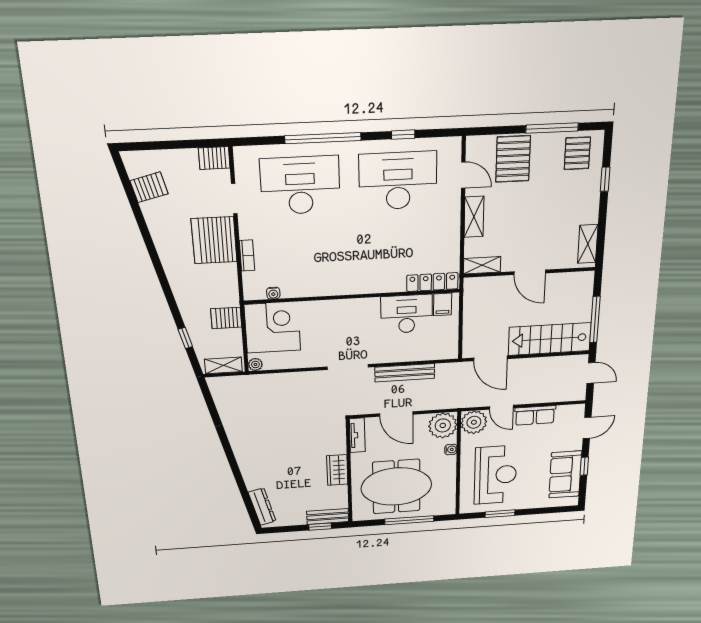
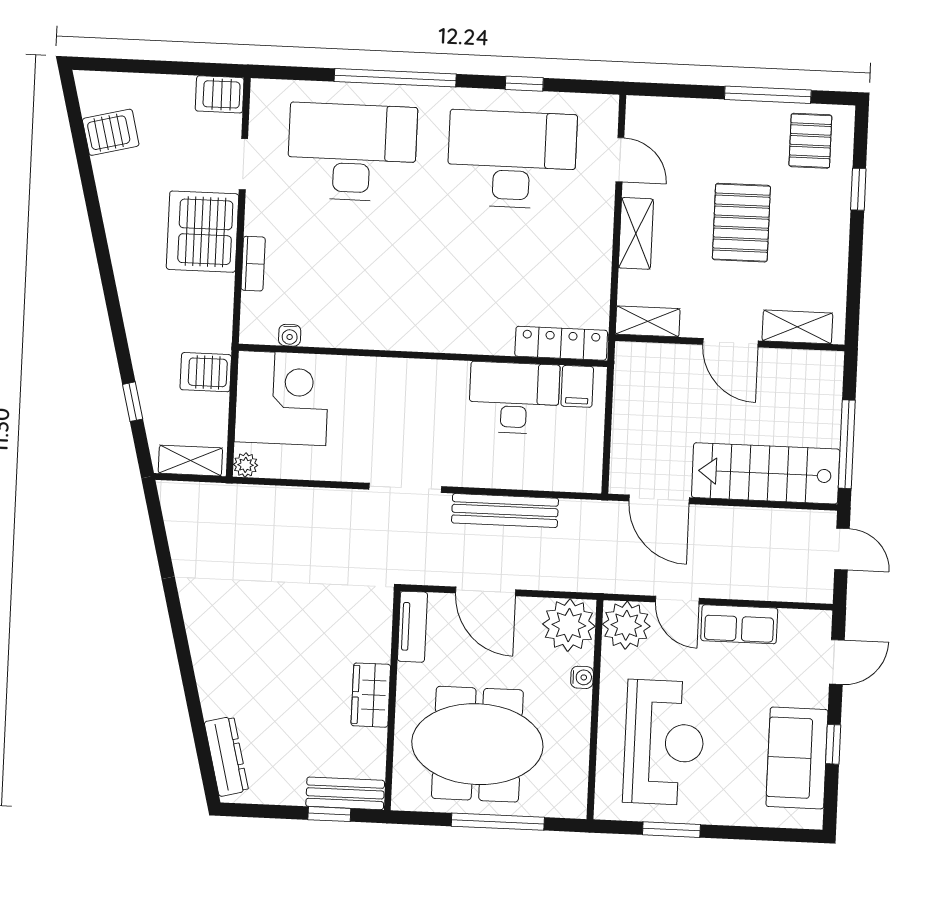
pallet: (513, 159) -> (741, 223), moved
shelving: (588, 244) -> (797, 327), moved, turned 90

